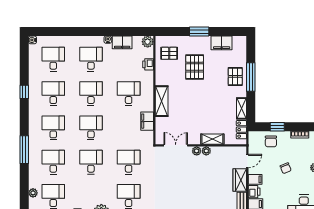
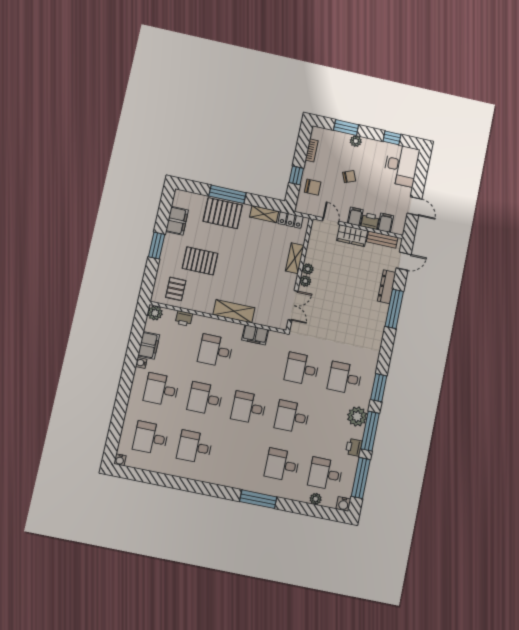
pallet: (235, 76) -> (223, 213), width x1.50, depth x1.42
window: (24, 92) -> (184, 484), removed
desk: (53, 128) -> (238, 456), removed
double door: (176, 145) -> (293, 305), swing flipped

